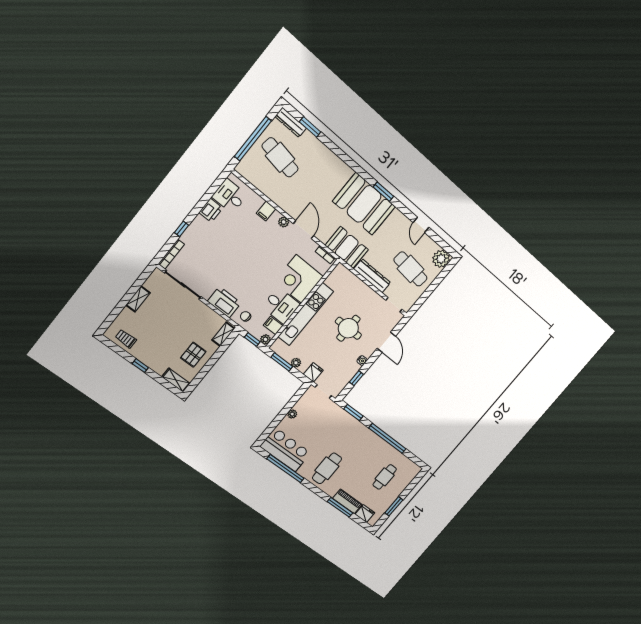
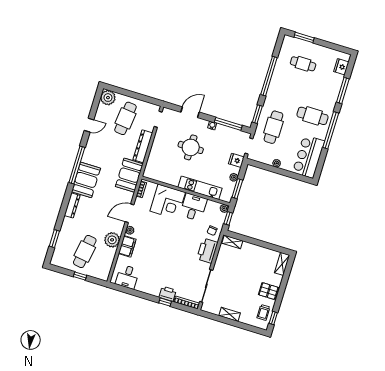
dresser: (291, 122) -> (72, 205), moved
window: (253, 139) -> (80, 276), width x0.32
window: (383, 192) -> (77, 165), width x2.11
plant: (281, 196) -> (112, 240), added
booth: (364, 204) -> (86, 180), width x0.73, depth x0.70
printer: (211, 210) -> (168, 294), moved
filing cabinet: (266, 211) -> (127, 246), width x2.00
kitchen unit: (306, 314) -> (200, 188), width x0.73
filing cabinet: (273, 326) -> (211, 207), removed
pallet: (193, 355) -> (268, 291), moved
window: (140, 366) -> (273, 318), moved
window: (356, 378) -> (228, 124), width x2.17
cafe table: (332, 424) -> (273, 127), added
window: (285, 469) -> (331, 130), moved
piano: (347, 501) -> (335, 86), removed
window: (394, 506) -> (304, 37), moved

